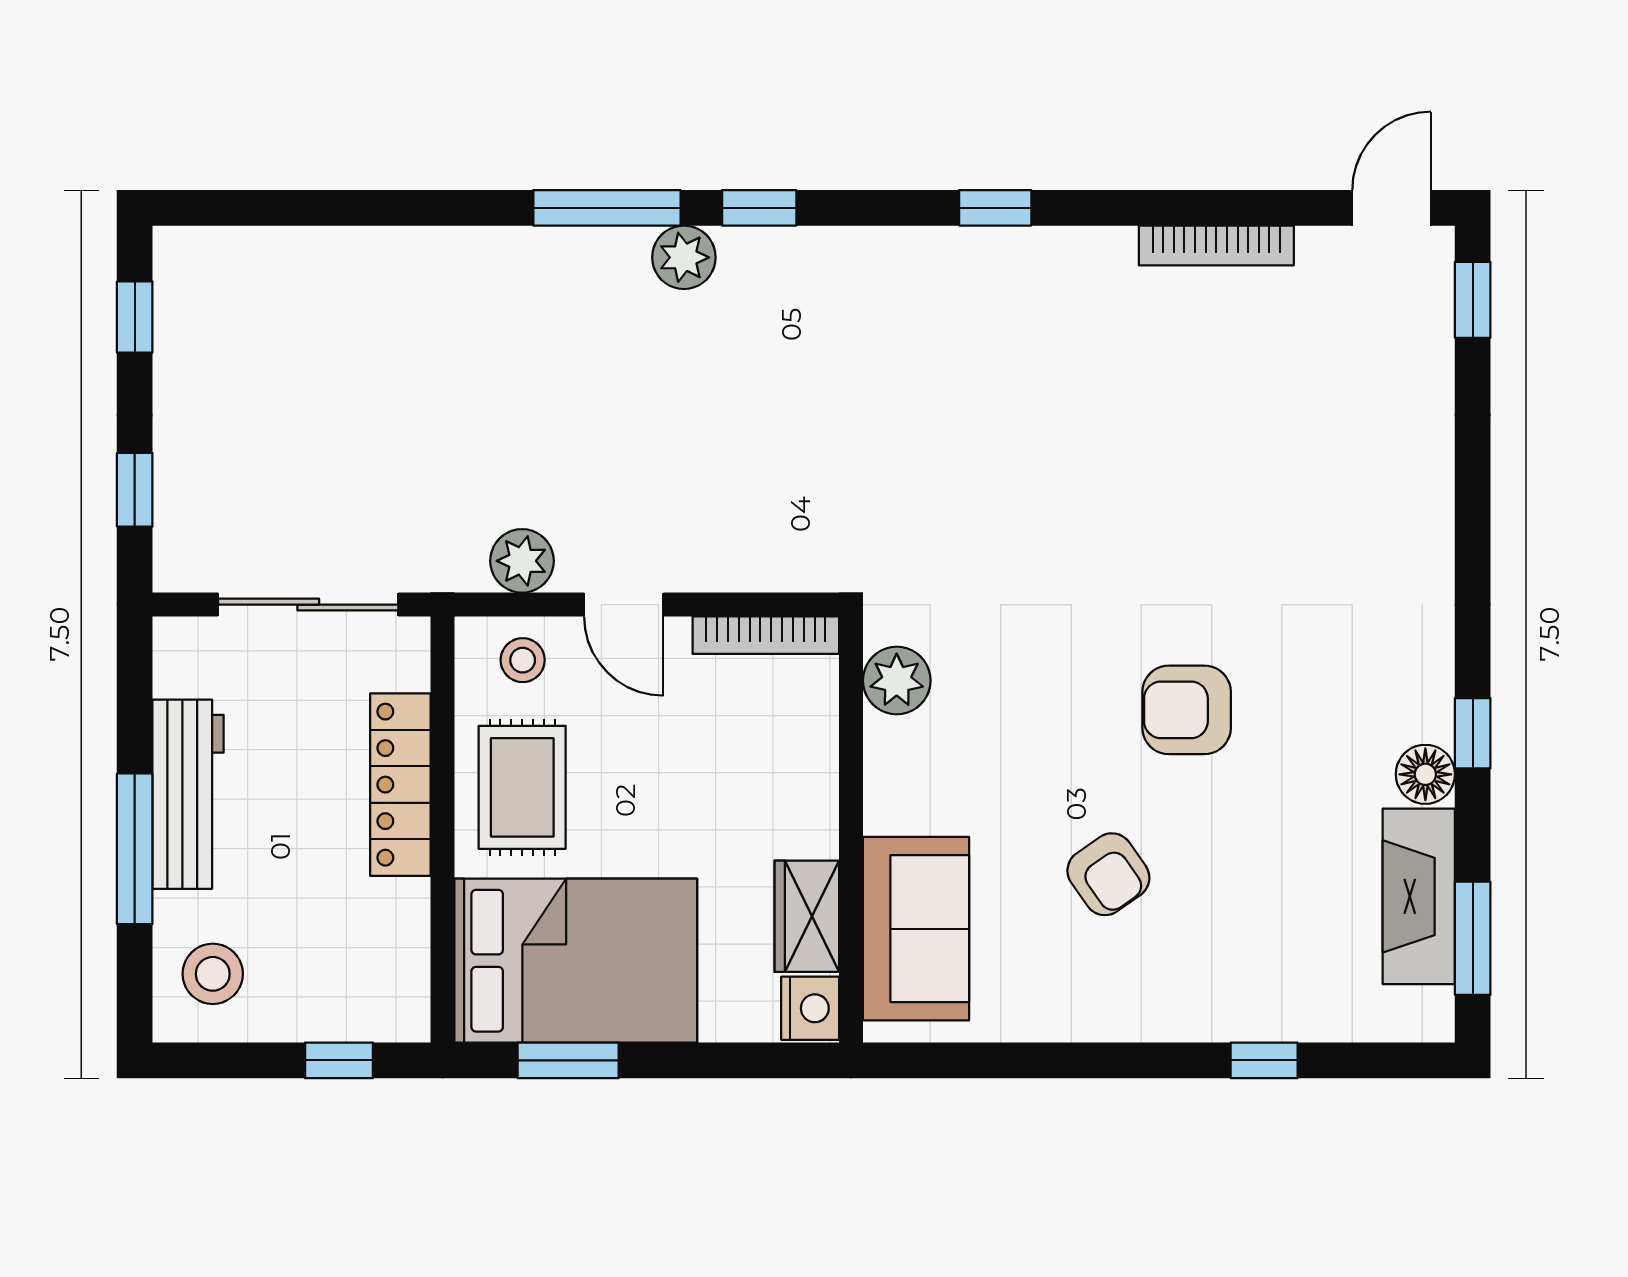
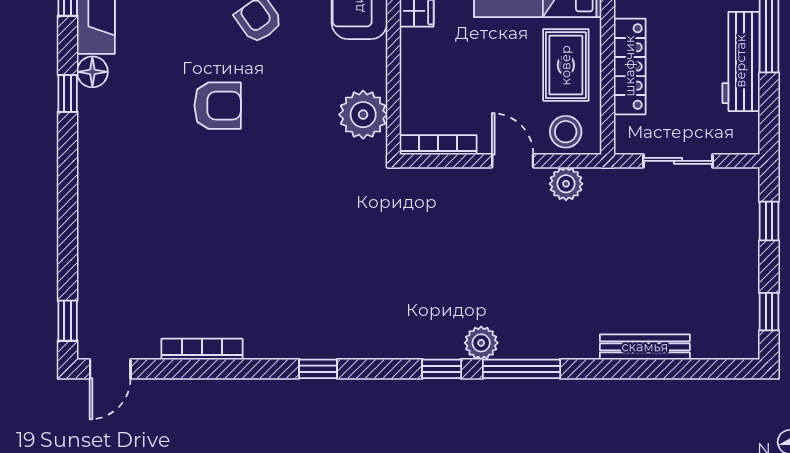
bench: (372, 250) -> (645, 347), added
sliding door: (308, 605) -> (678, 161), width x0.73
stool: (523, 660) -> (566, 132), width x1.37, depth x1.37
plant: (897, 681) -> (363, 115), width x1.36, depth x1.36

